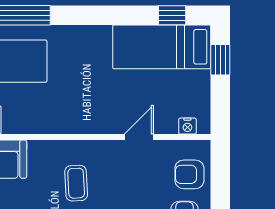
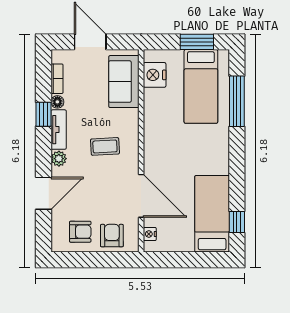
window: (220, 60) -> (202, 260), removed
door: (139, 137) -> (141, 196), width x1.88

